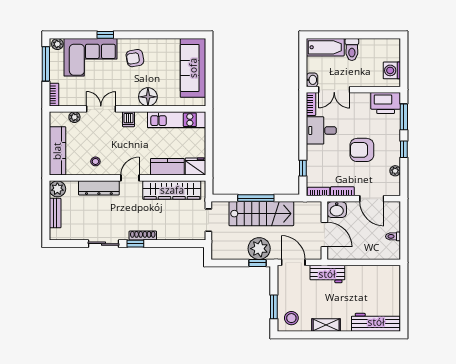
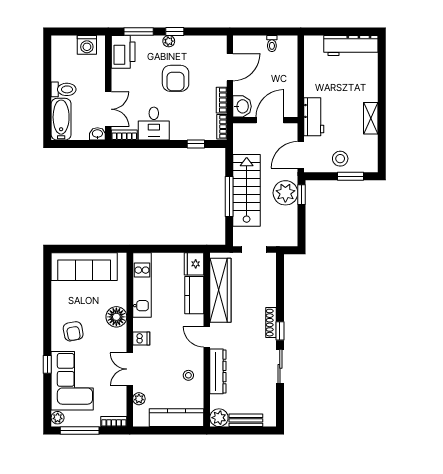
plant: (395, 171) -> (169, 41), moved
stool: (291, 318) -> (340, 159), moved
workbench: (376, 322) -> (351, 46), moved, turned -90

